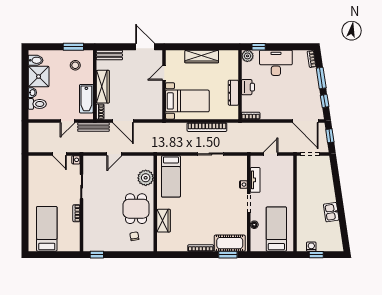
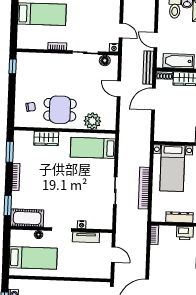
door: (60, 154) -> (121, 30), swing flipped
floor lamp: (88, 168) -> (105, 60), added
cot: (230, 243) -> (27, 218), moved, turned 90
window: (177, 255) -> (10, 152), added

